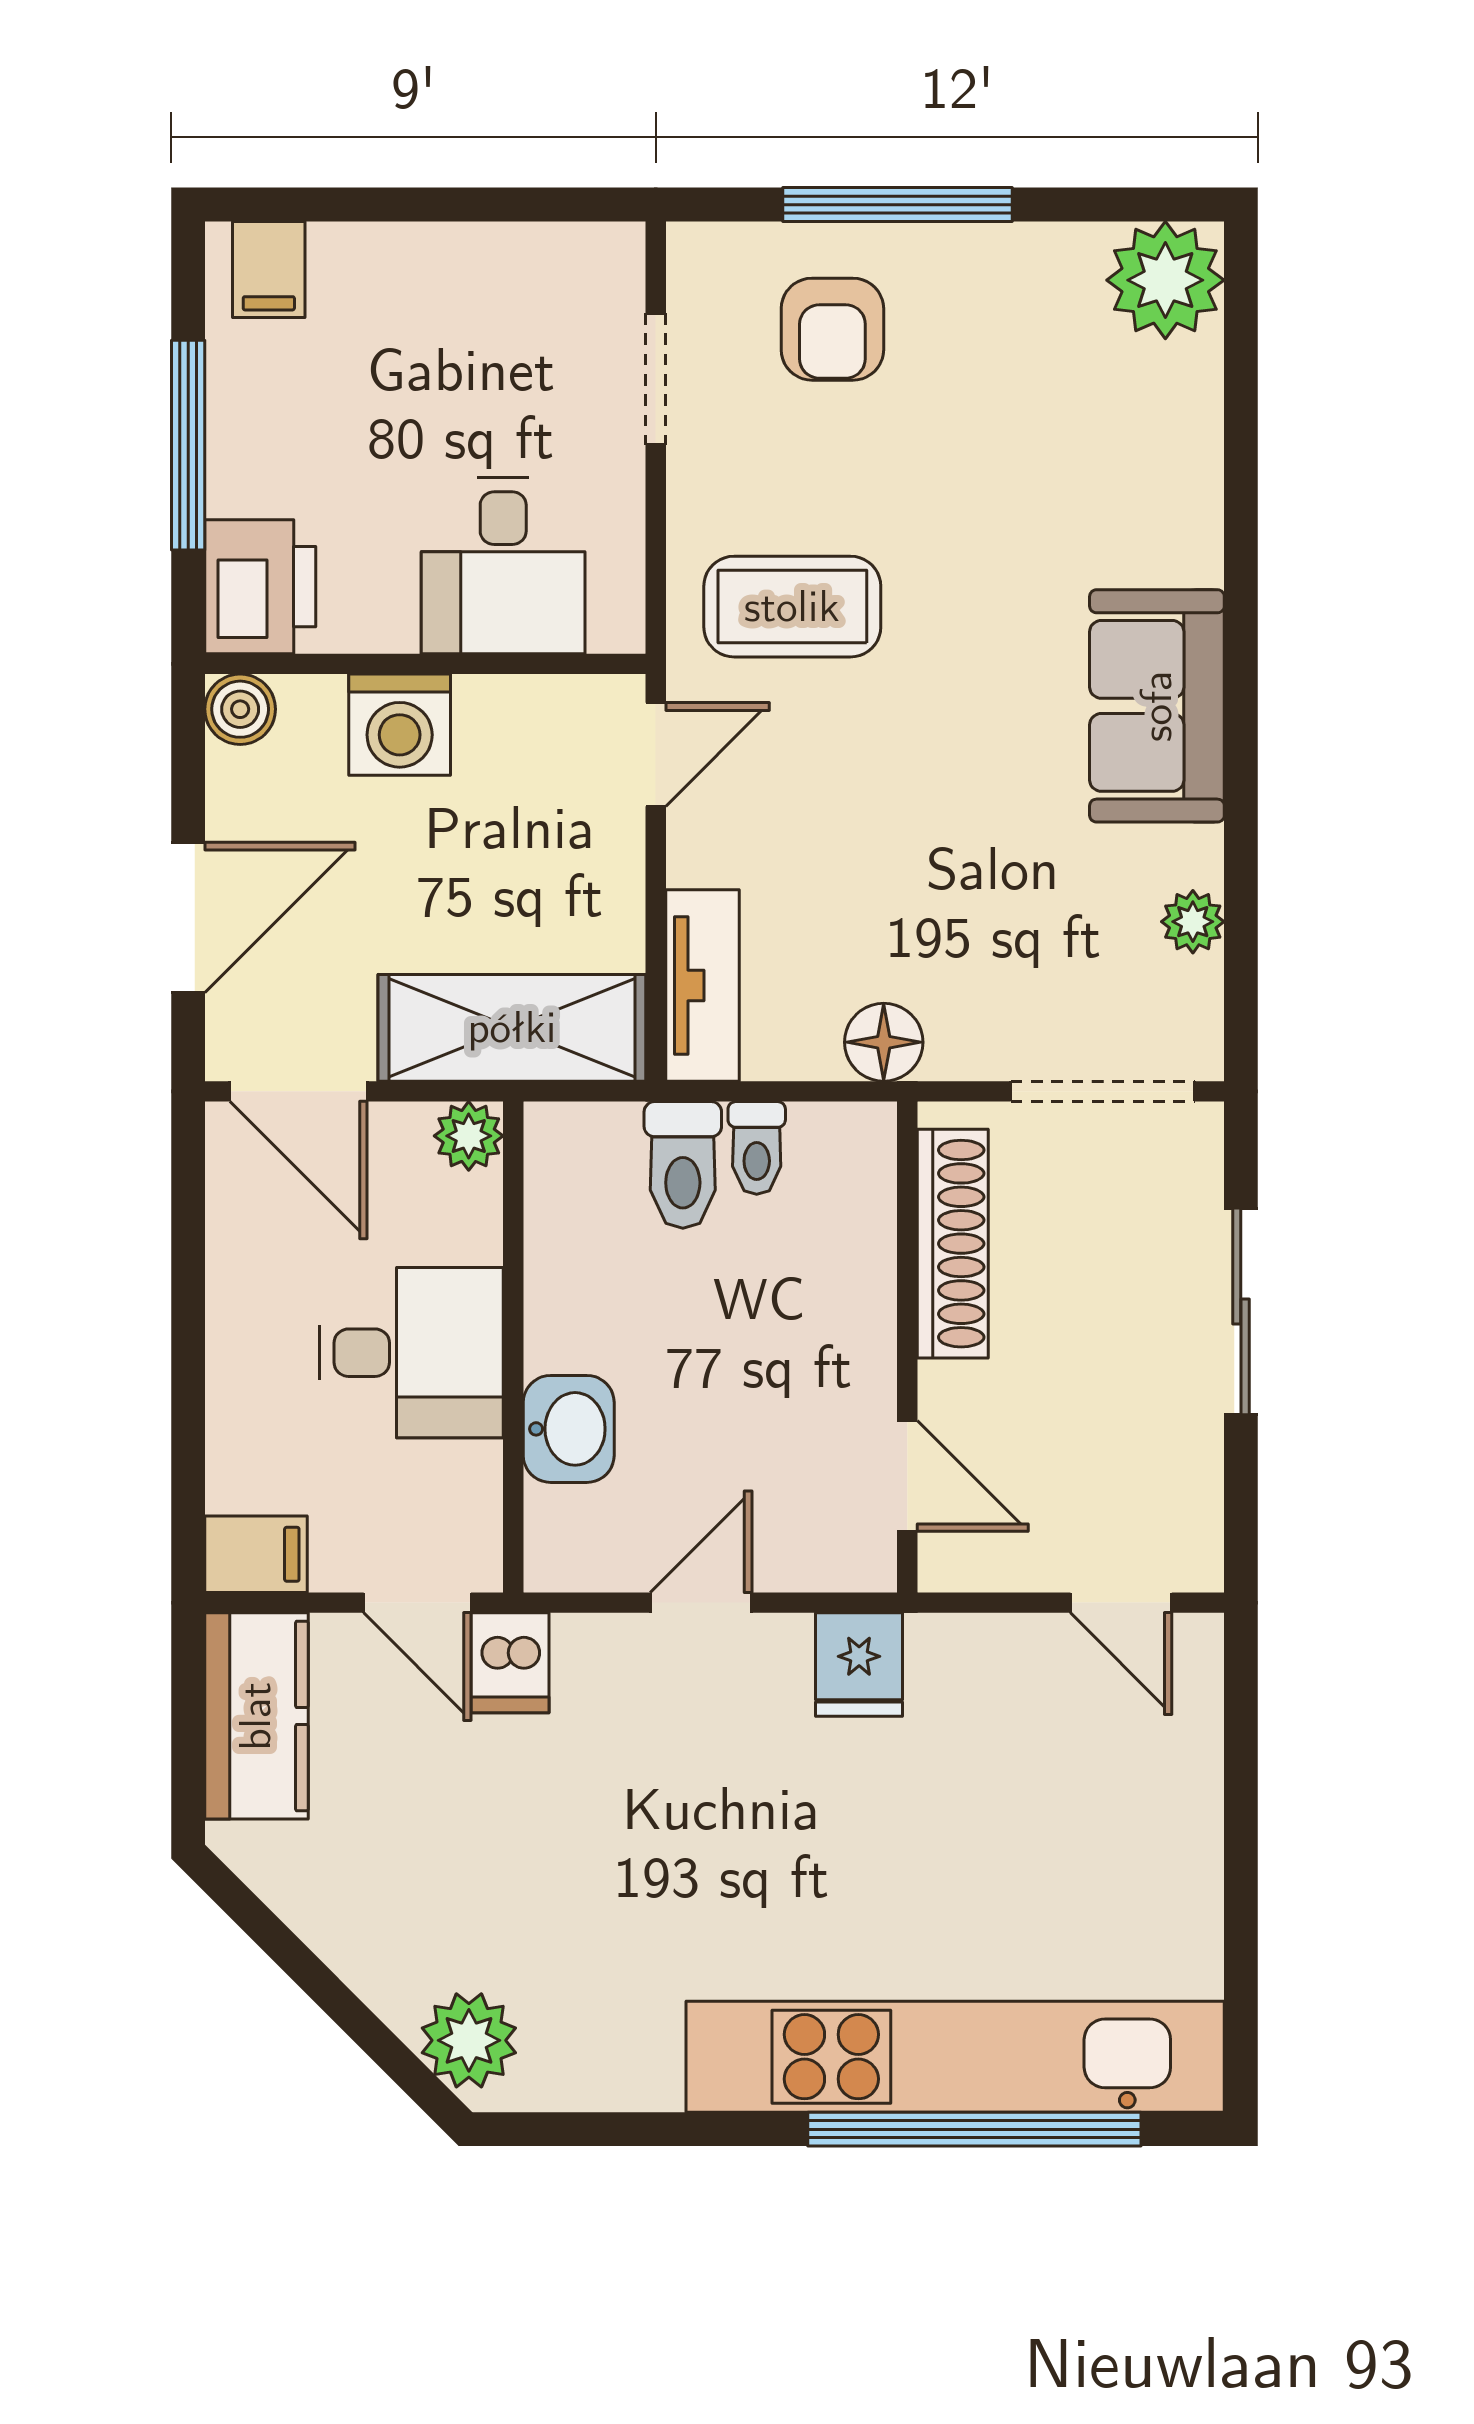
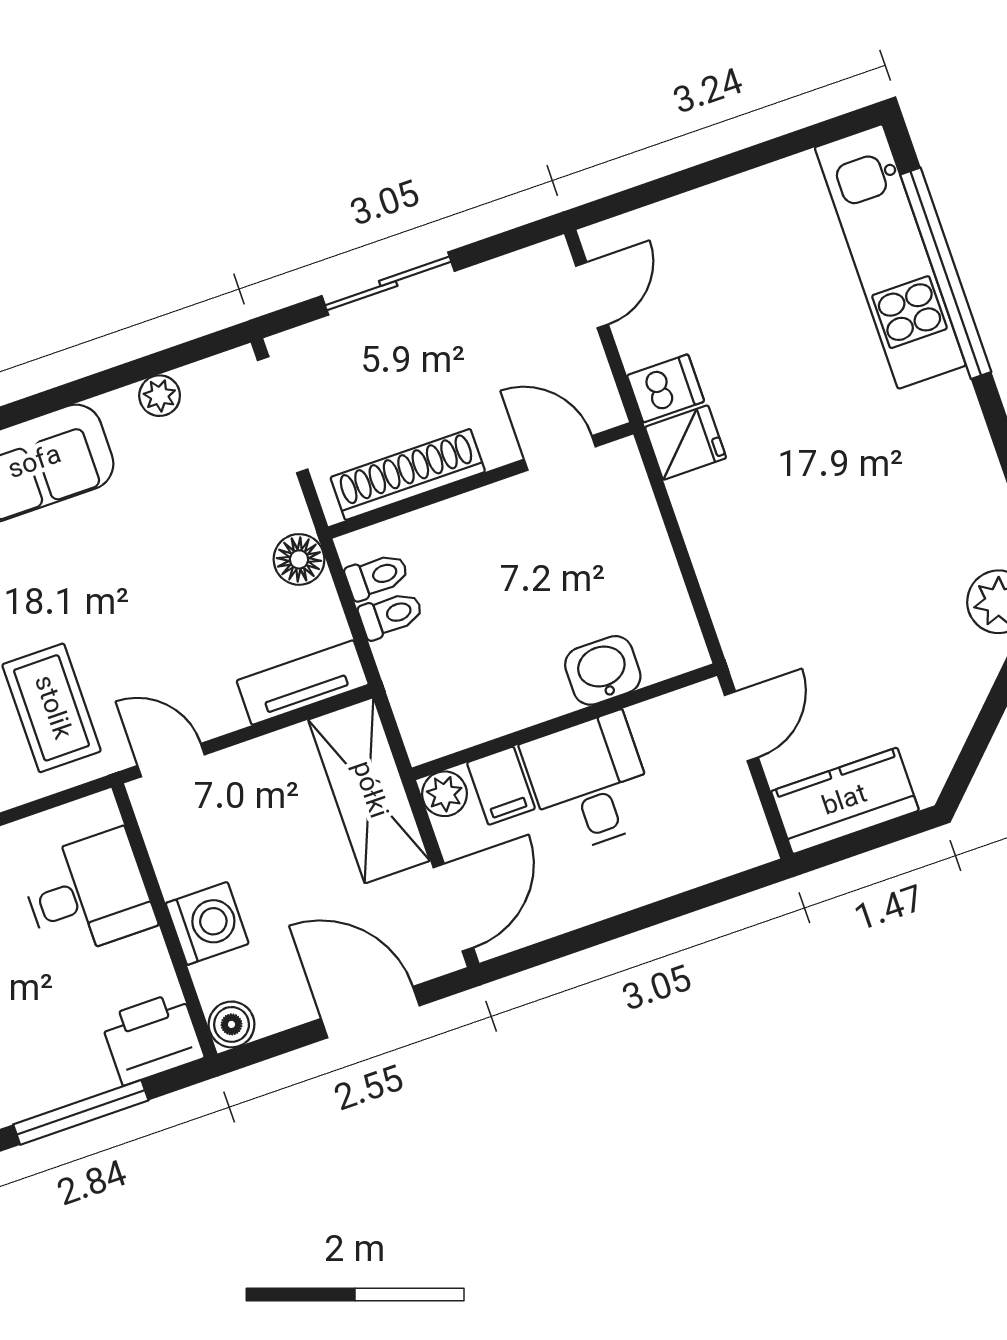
toilet: (683, 1165) -> (377, 576), moved, width x0.73, depth x0.72
door: (907, 1476) -> (560, 453), hinge flipped
filing cabinet: (256, 1554) -> (501, 786), moved, turned 180
door: (701, 1603) -> (681, 552), removed
dishwasher: (510, 1663) -> (666, 388), moved
kitchen unit: (955, 2057) -> (890, 256), width x0.73

